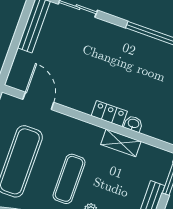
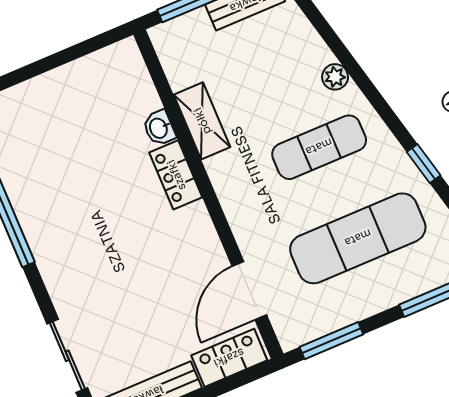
locker: (19, 69) -> (229, 358), added

